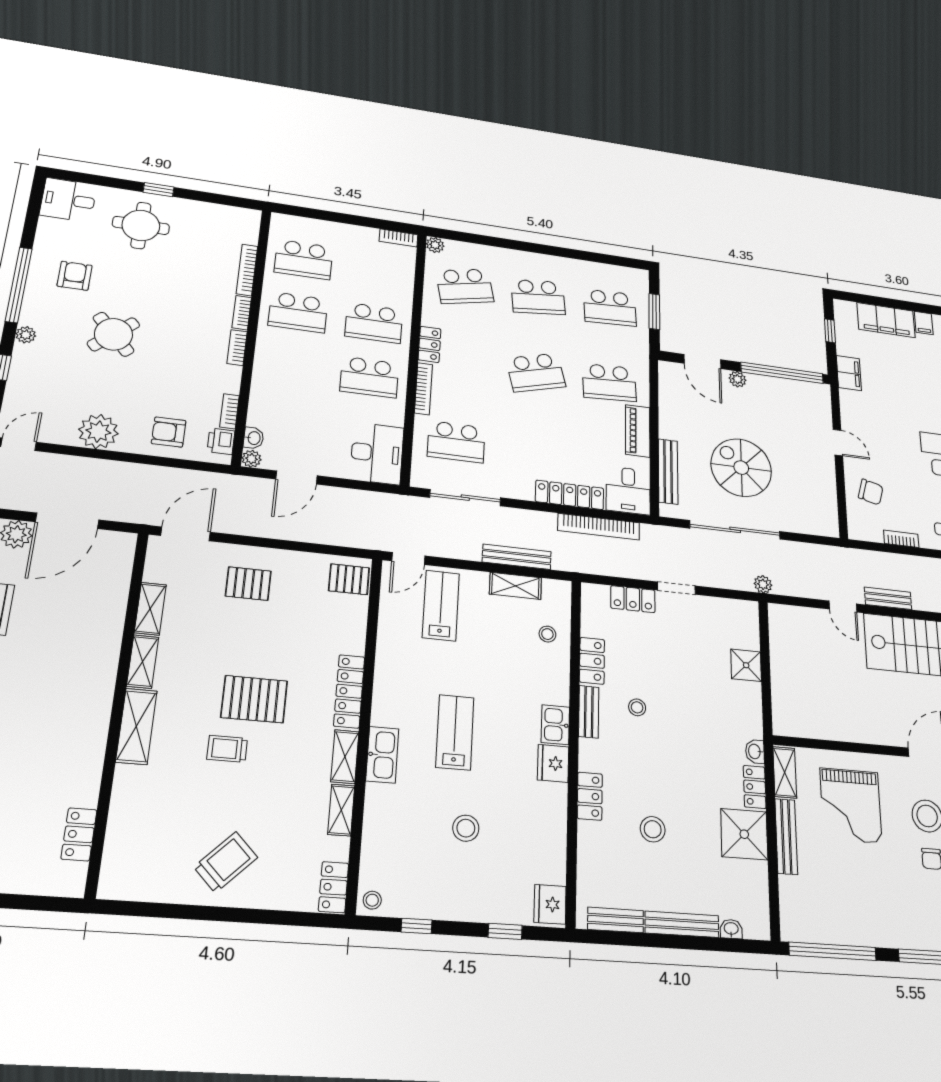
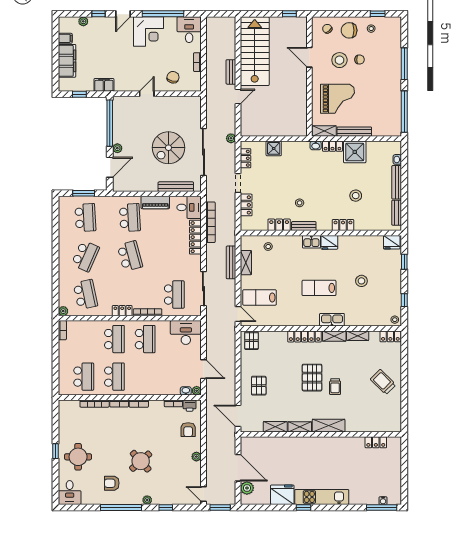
school desk: (538, 297) -> (85, 256), turned 30
plant: (98, 432) -> (196, 457), width x0.53, depth x0.53
locker: (725, 608) -> (245, 158), added

